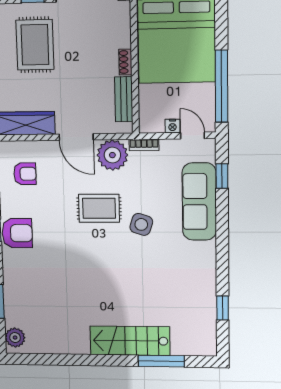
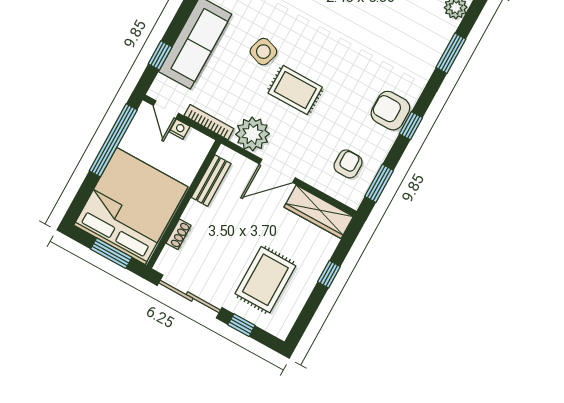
shoe rack: (125, 62) -> (179, 234), moved
door: (76, 137) -> (277, 171), swing flipped
bookcase: (144, 145) -> (209, 122), width x1.56
armchair: (25, 174) -> (348, 164), turned 90

